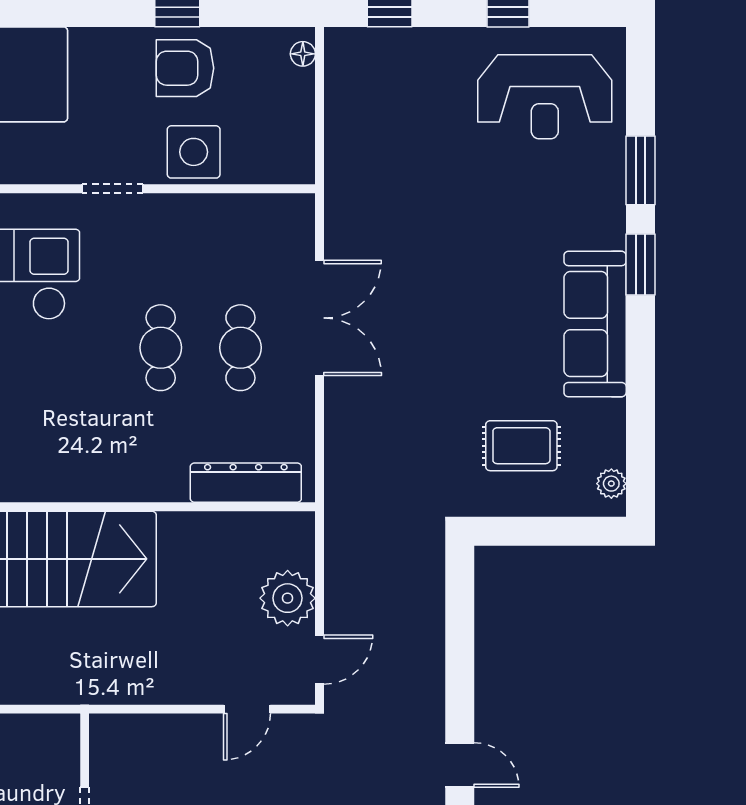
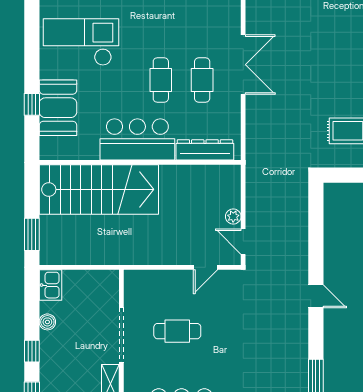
bar counter: (116, 462) -> (137, 139), added
plant: (288, 598) -> (233, 217), width x0.53, depth x0.53
door: (320, 660) -> (243, 242), swing flipped

